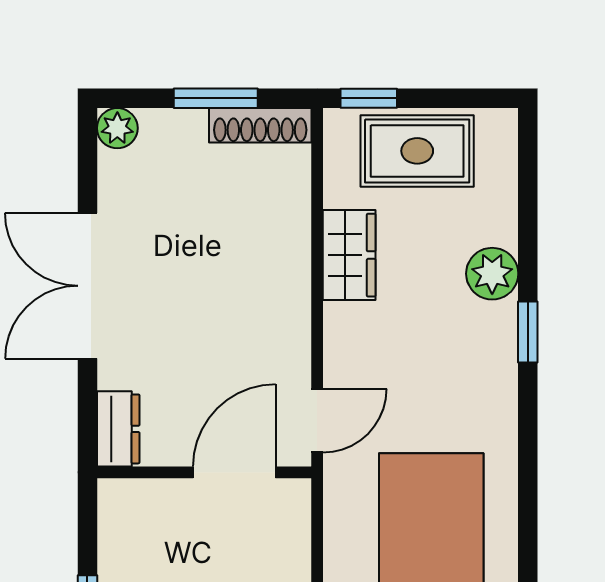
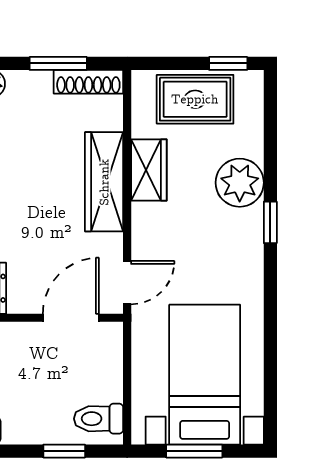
window: (369, 98) -> (228, 63), moved
wardrobe: (283, 272) -> (104, 182), added
plant: (492, 274) -> (240, 183), width x1.36, depth x1.36

